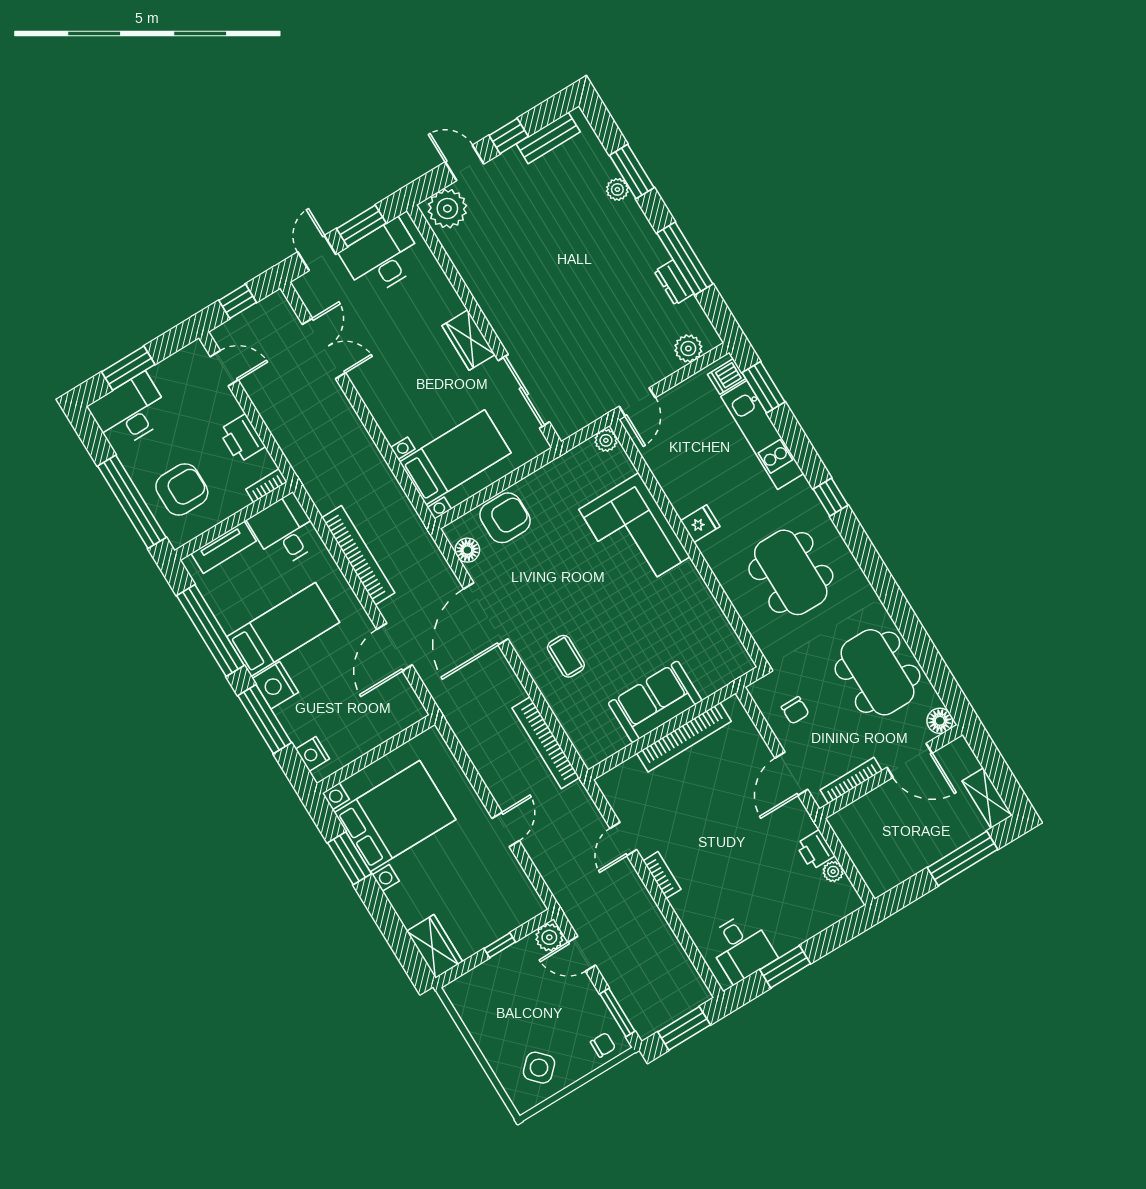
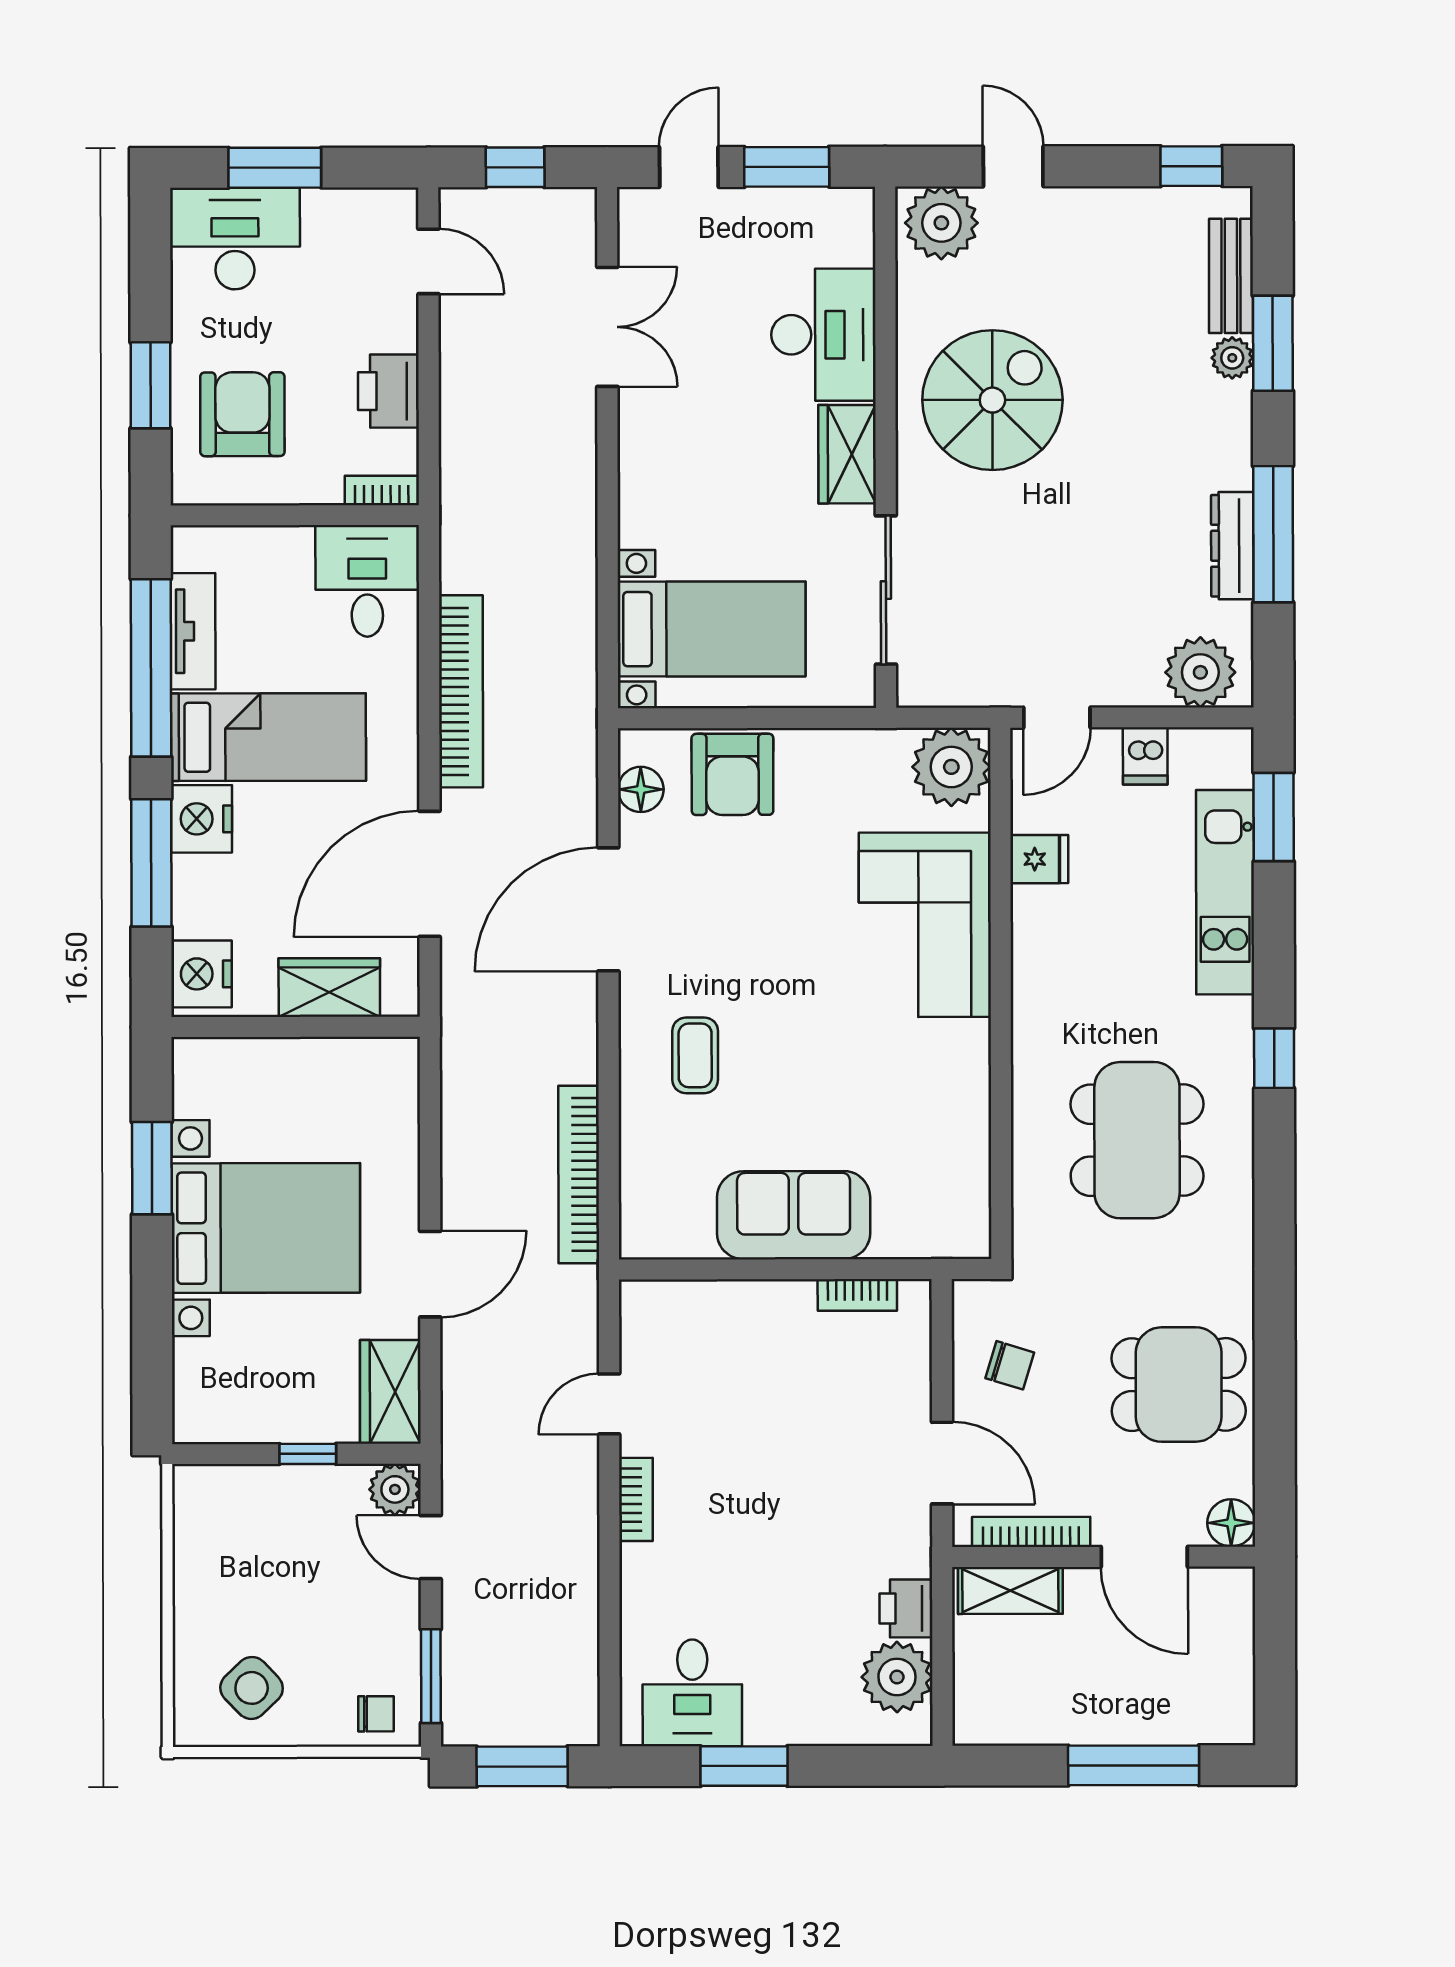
window: (509, 136) -> (1191, 166), moved
bench: (548, 138) -> (1231, 276), moved, turned 90
desk: (382, 258) -> (823, 335), moved, turned 90
spiral stairs: (520, 275) -> (992, 400), added
dresser: (674, 283) -> (1232, 546), width x1.44
plant: (688, 348) -> (1200, 672), width x1.36, depth x1.36
dishwasher: (727, 376) -> (1145, 756), moved, turned -90
plant: (606, 440) -> (951, 767), width x1.87, depth x1.87
armchair: (182, 489) -> (242, 414), turned -90
window: (132, 502) -> (151, 385), width x0.47
armchair: (505, 518) -> (732, 774), turned 90
fridge: (700, 524) -> (1039, 859), moved
tv unit: (224, 547) -> (193, 631), moved, turned -90
door: (394, 647) -> (429, 874), width x1.36
dining table: (877, 672) -> (1179, 1385), width x0.73
chair: (795, 710) -> (1010, 1365), turned -73
wardrobe: (380, 727) -> (329, 987), added
bookcase: (684, 737) -> (857, 1295), width x0.43, depth x0.76
nightstand: (312, 754) -> (201, 974), width x1.36, depth x1.33
door: (791, 774) -> (942, 1463), swing flipped
shelving: (987, 798) -> (1010, 1590), moved, turned 90
bed with nightstands: (395, 816) -> (266, 1228), moved
door: (506, 829) -> (430, 1274), width x1.38
plant: (833, 872) -> (897, 1677), width x1.88, depth x1.88
wardrobe: (435, 946) -> (390, 1392), moved, turned 180

